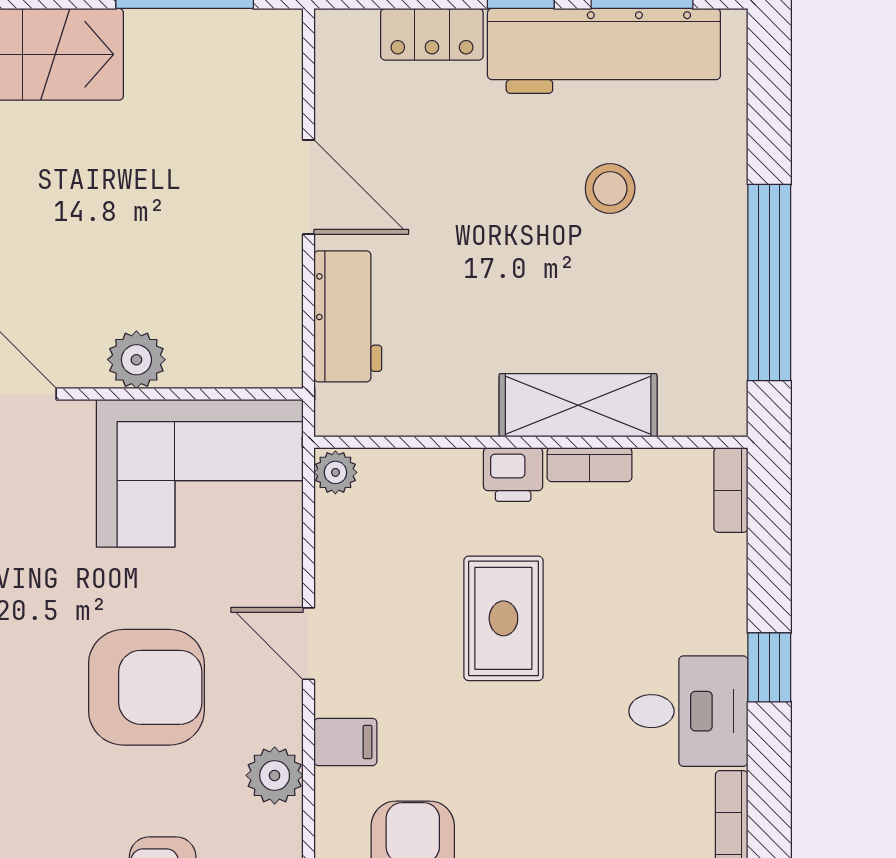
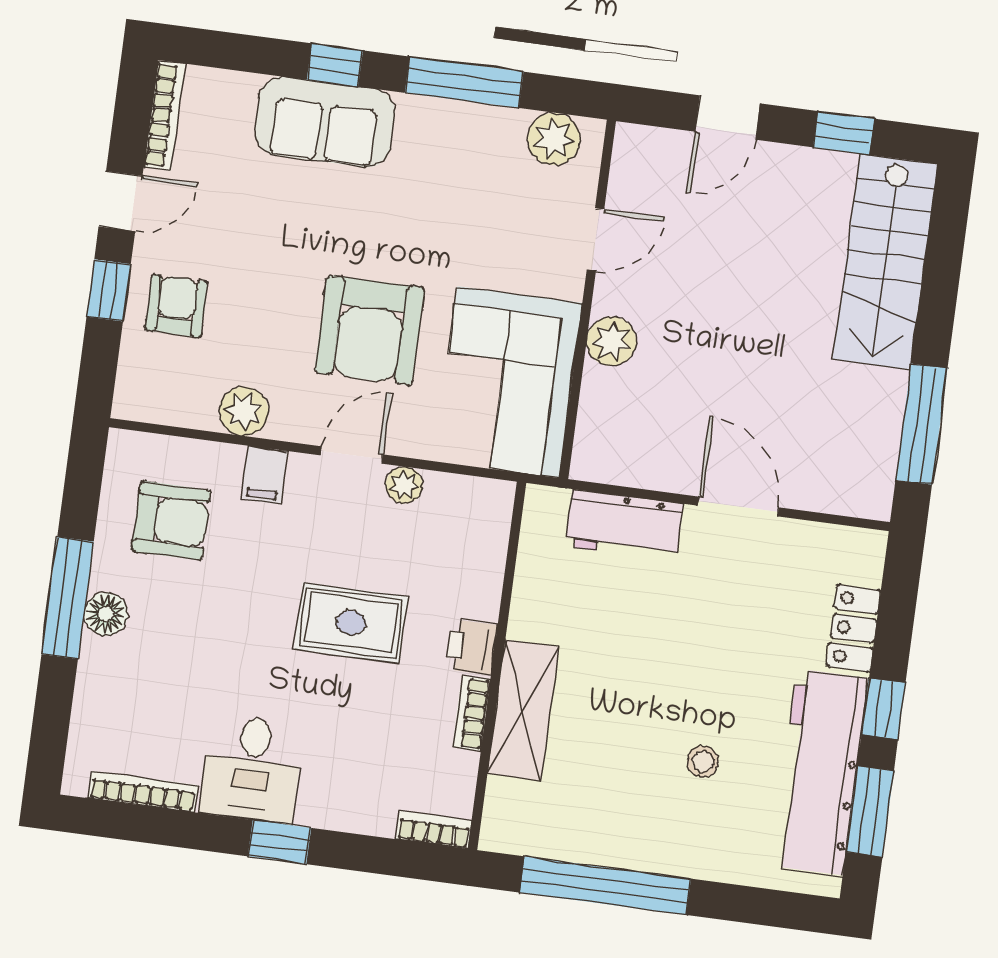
door: (309, 187) -> (738, 507), swing flipped
stool: (610, 189) -> (703, 762), width x0.73, depth x0.73
plant: (335, 472) -> (404, 485), moved
armchair: (146, 687) -> (370, 330), moved

